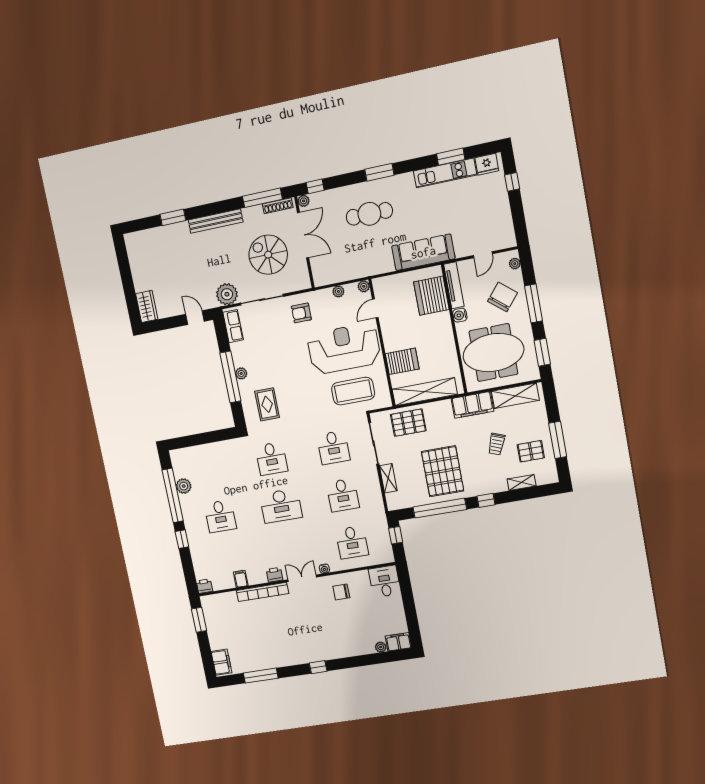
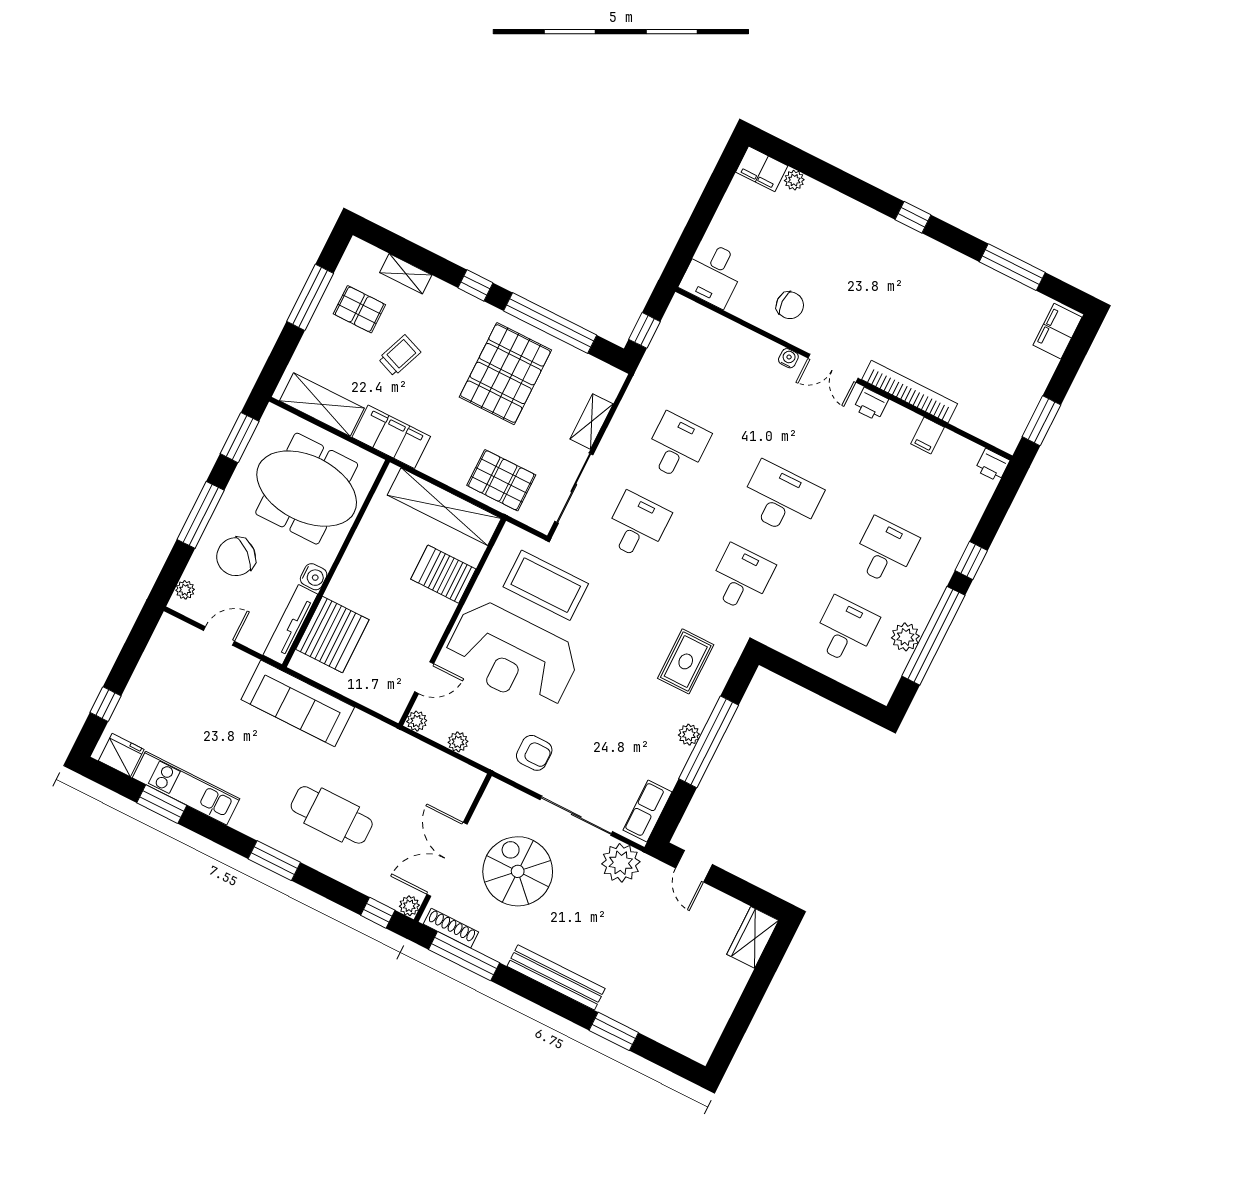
spiral stairs: (268, 255) -> (518, 871), turned 180
desk: (352, 542) -> (845, 631), moved

